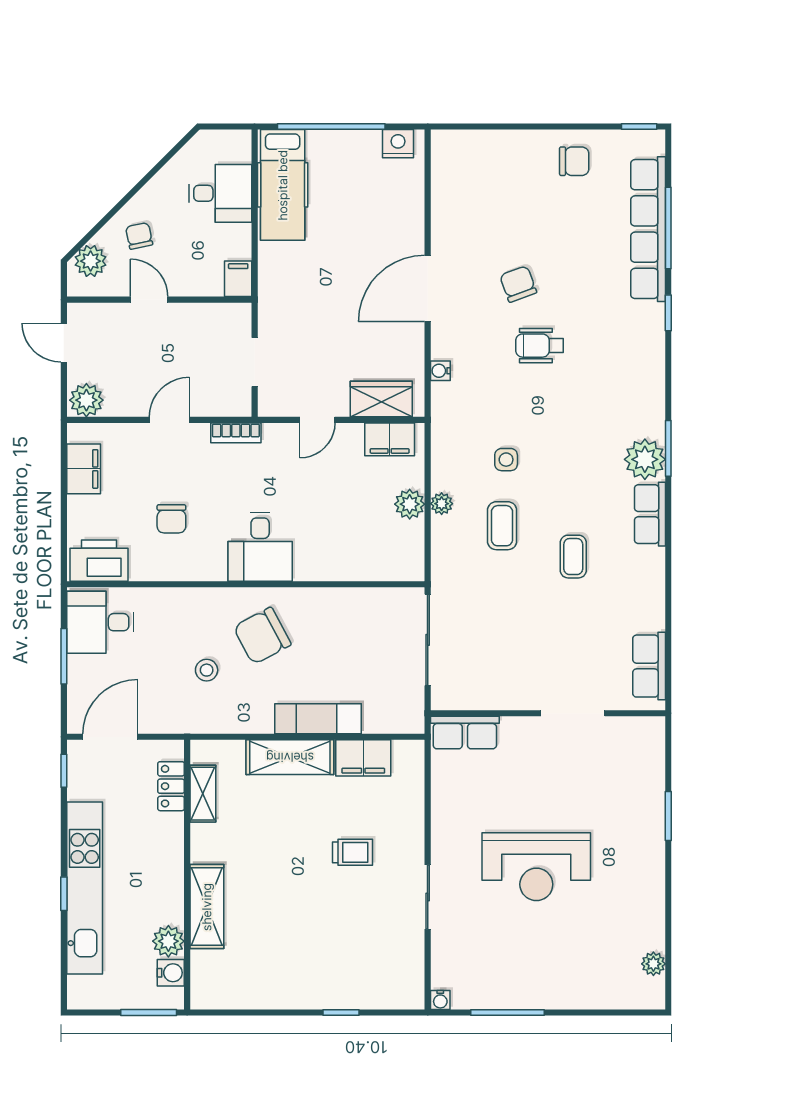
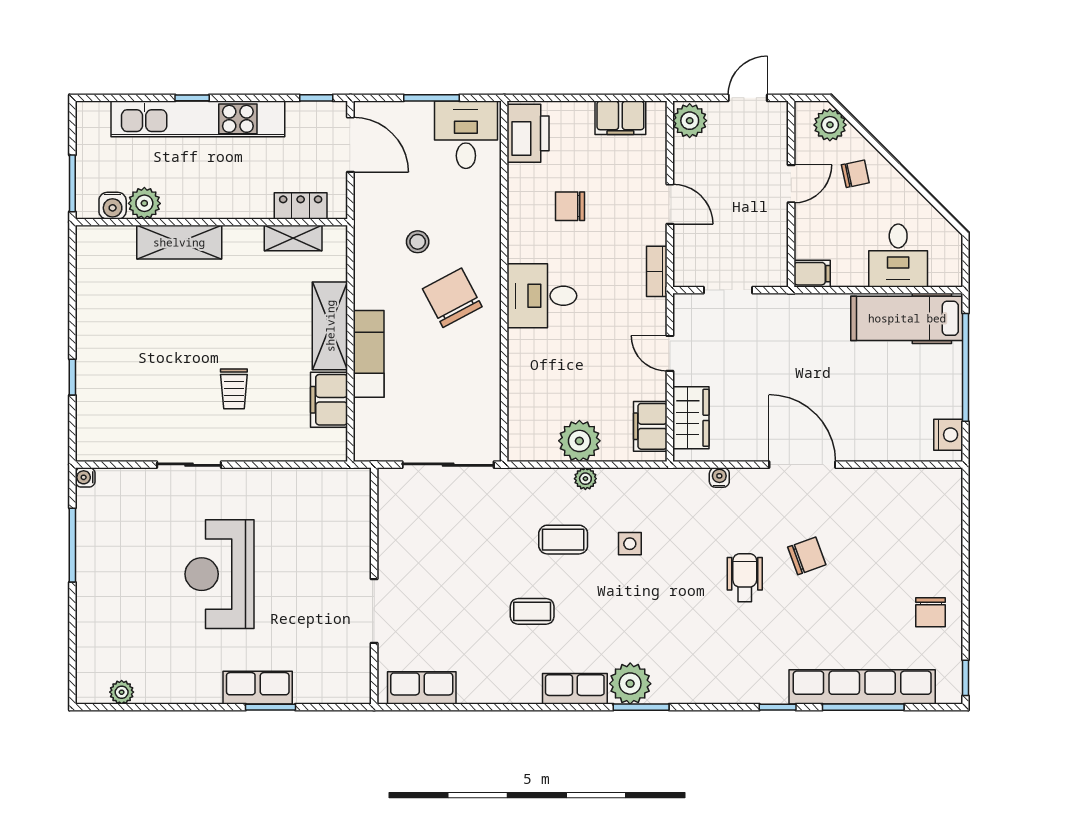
plant: (410, 504) -> (579, 441), width x1.36, depth x1.36
row of seats: (465, 733) -> (258, 688), moved, turned 90

